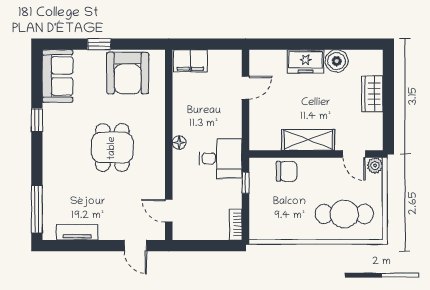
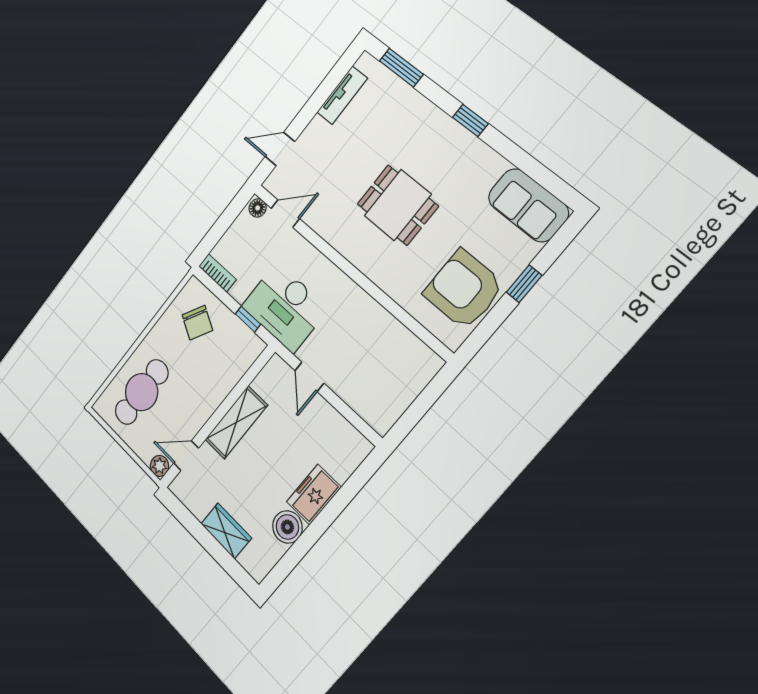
filing cabinet: (190, 61) -> (418, 371), removed
door: (246, 88) -> (309, 377), moved
window: (37, 120) -> (470, 120), moved
floor lamp: (179, 143) -> (258, 208), moved
desk: (220, 158) -> (285, 307), width x1.37
chair: (287, 171) -> (197, 323), moved, turned -61
window: (37, 209) -> (401, 68), width x0.69

